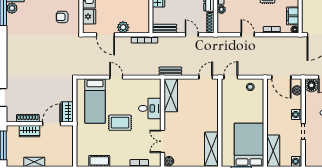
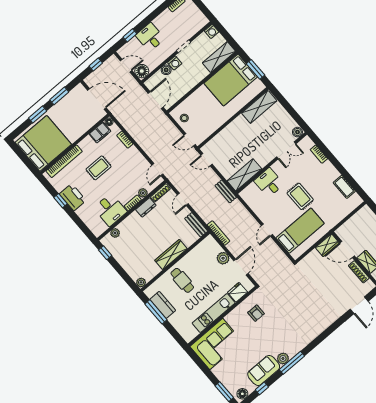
door: (248, 35) -> (157, 170), moved
boiler: (297, 90) -> (166, 70), moved

